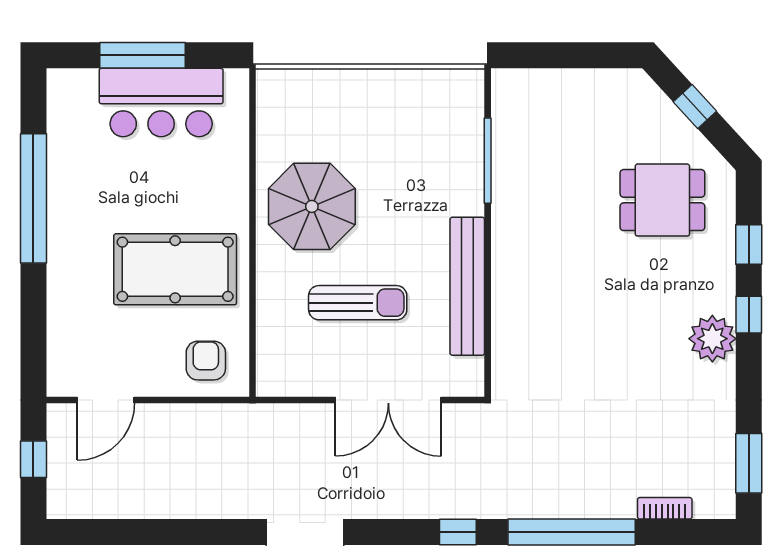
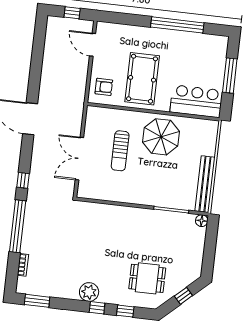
floor lamp: (506, 83) -> (202, 221), added
bar counter: (161, 103) -> (196, 101), moved, turned 90
dining table: (662, 200) -> (147, 278), turned 90
bench: (467, 286) -> (205, 184), moved, turned 90

